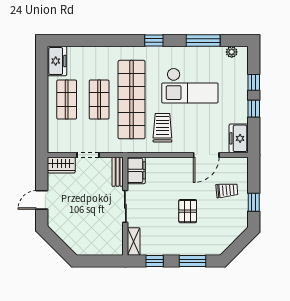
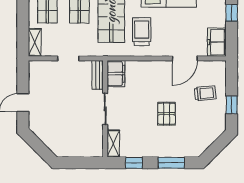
shelving: (54, 139) -> (35, 42), added
wardrobe: (61, 165) -> (42, 68), removed

